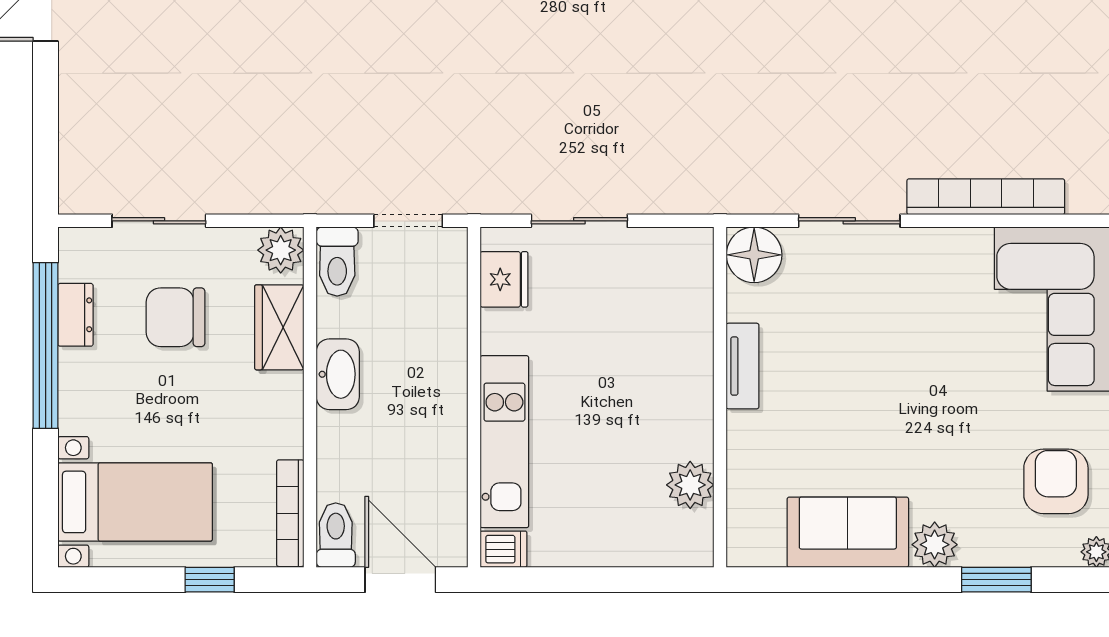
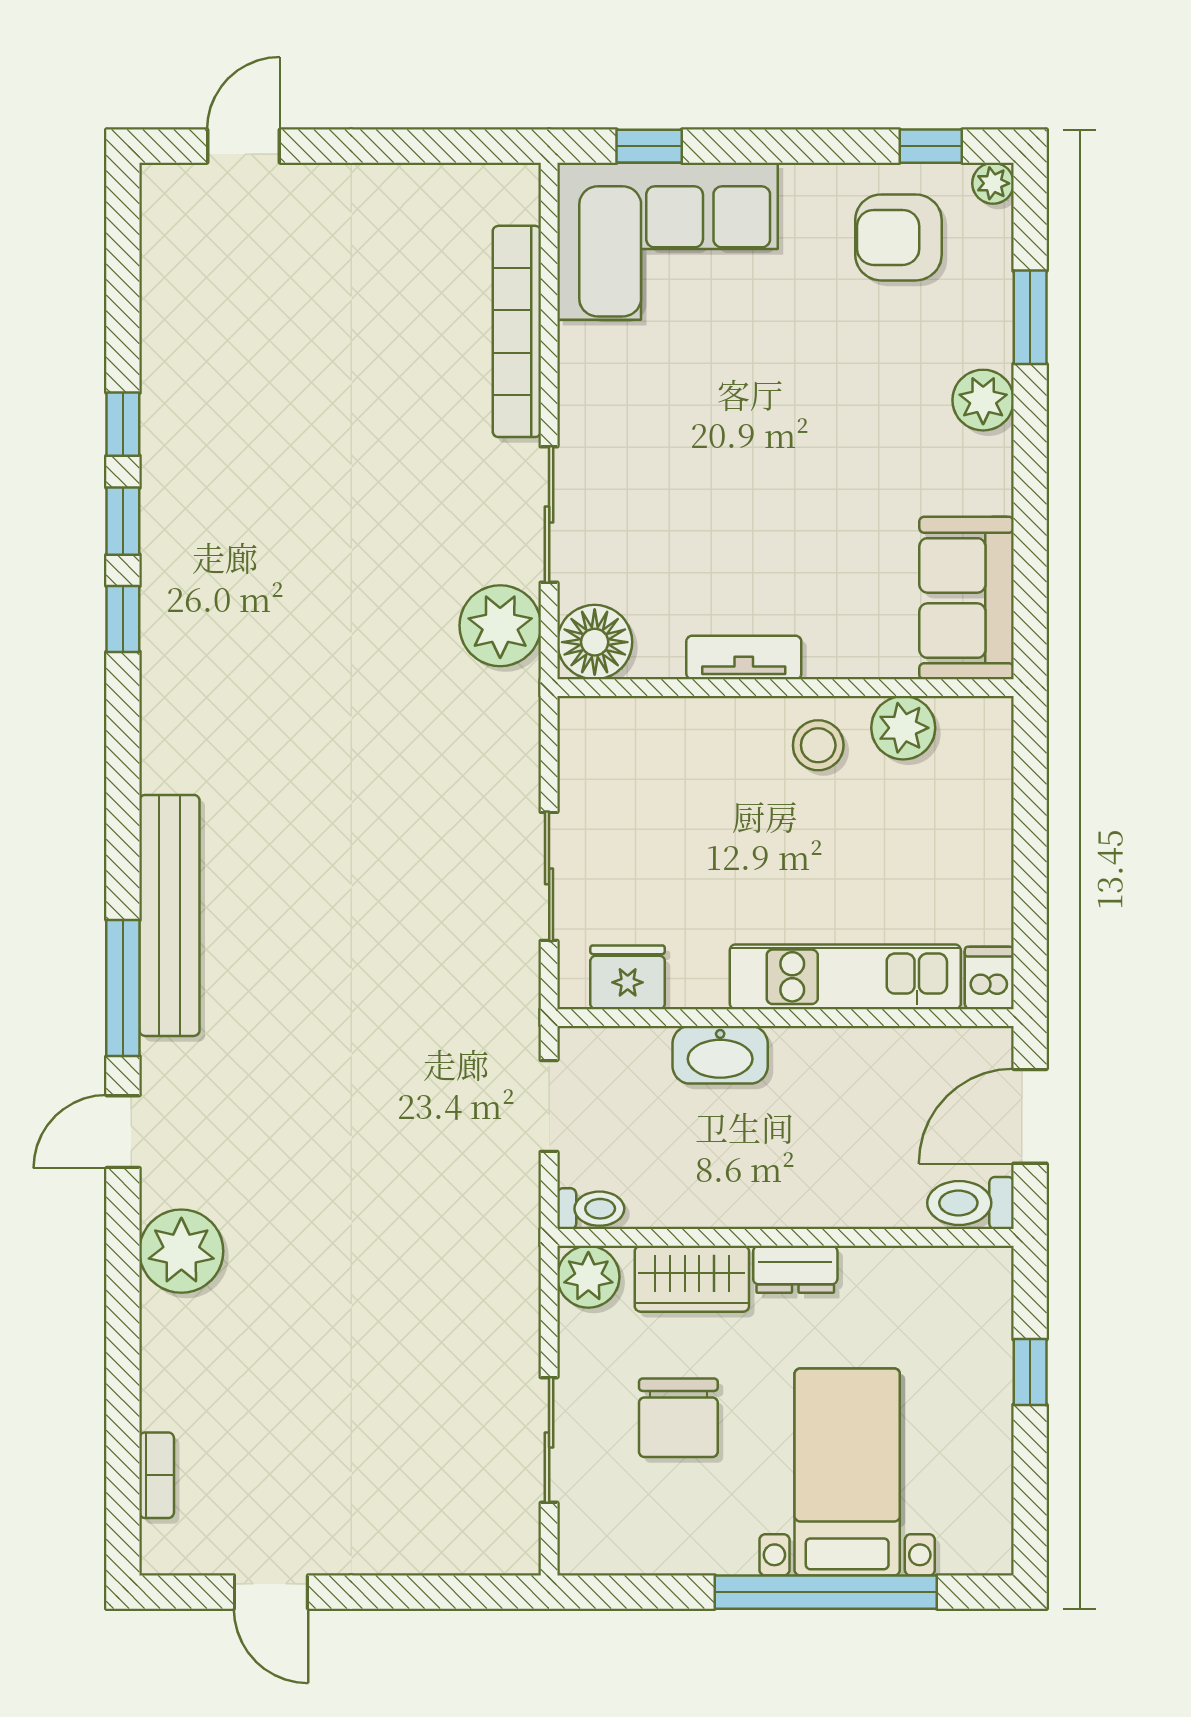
plant: (766, 184) -> (500, 626), added
toilet: (337, 261) -> (591, 1209), width x0.73, depth x0.72
dresser: (75, 315) -> (795, 1269), moved, turned 180
window: (46, 345) -> (826, 1592), moved
washbasin: (338, 374) -> (720, 1055), moved, turned 180
stool: (677, 421) -> (818, 745), added
bed with nightstands: (135, 502) -> (847, 1472), moved
bookcase: (290, 513) -> (941, 1264), removed
sofa: (848, 532) -> (967, 598), moved

